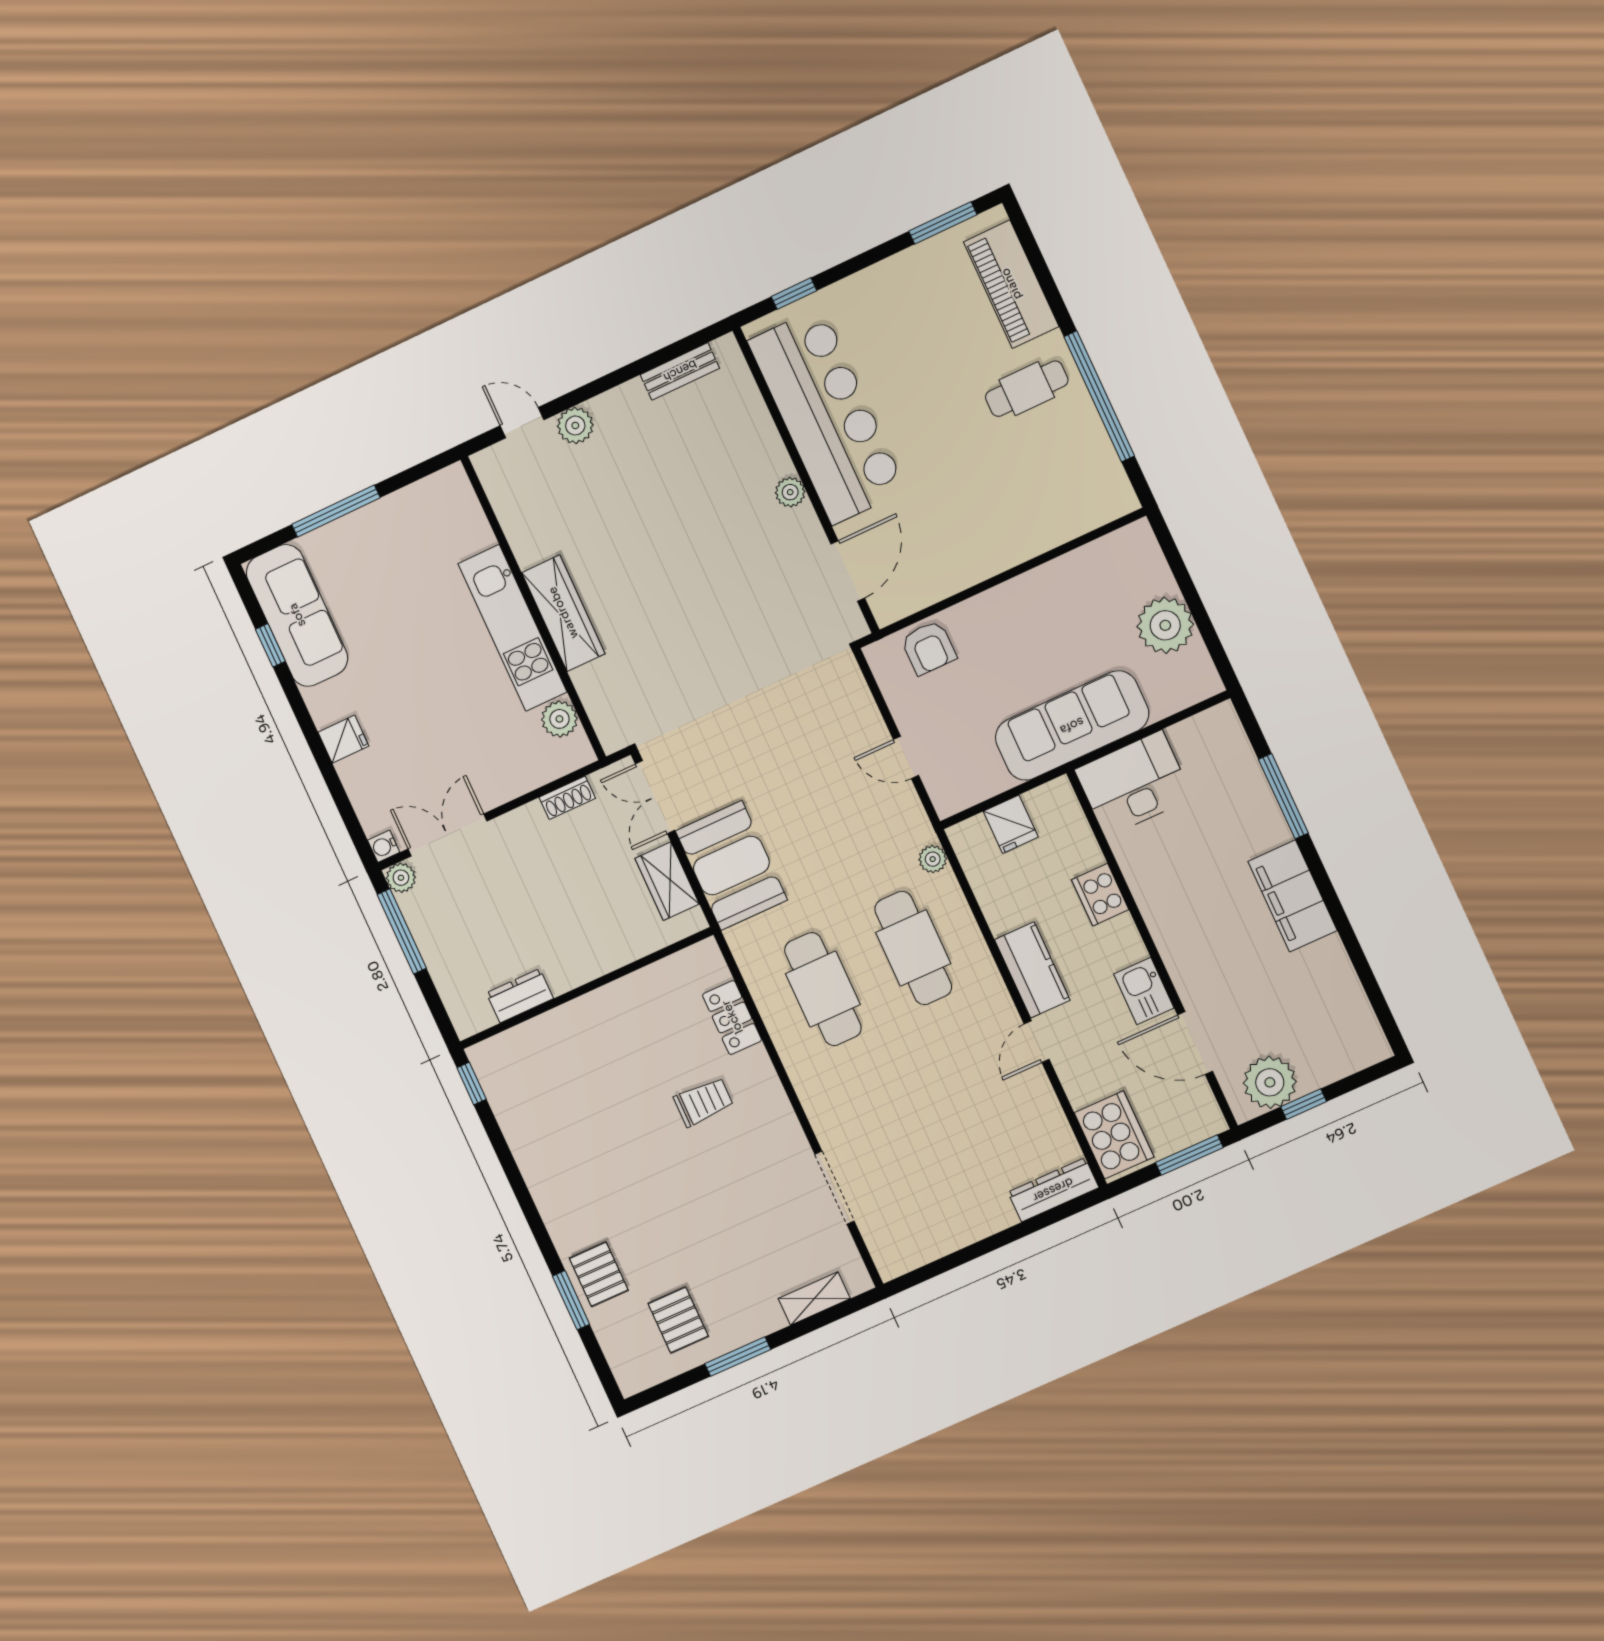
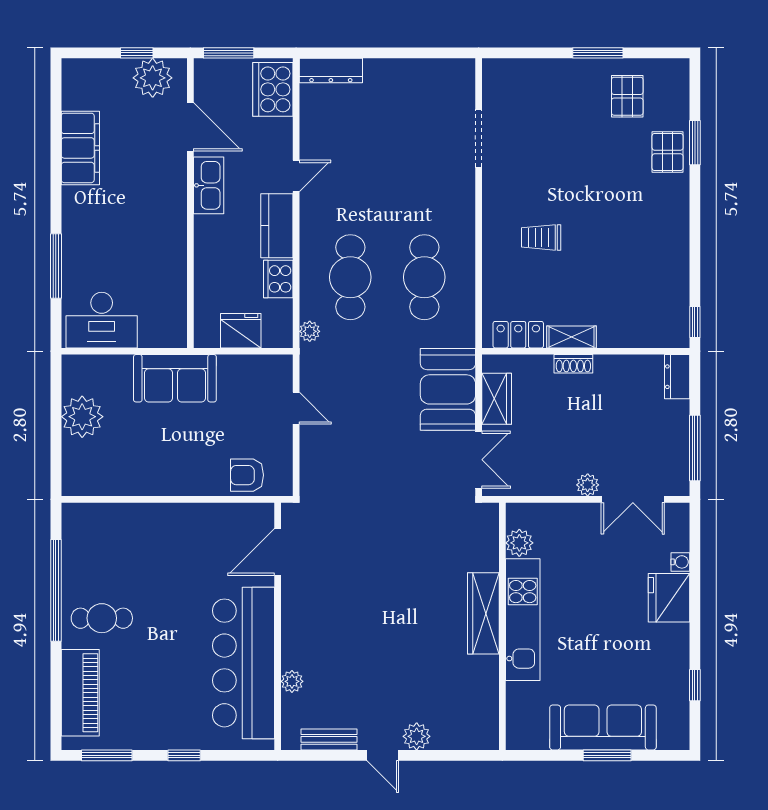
window: (794, 294) -> (184, 755), moved
door: (522, 423) -> (383, 755), moved
plant: (790, 492) -> (292, 681), moved
window: (336, 511) -> (607, 755), width x0.69
sofa: (297, 615) -> (603, 727), moved, turned 90
armchair: (929, 648) -> (247, 475), turned -90
sofa: (1072, 726) -> (175, 378), width x0.73
fridge: (343, 739) -> (669, 598), width x1.88, depth x1.34
desk: (1134, 784) -> (102, 320), moved
shoe rack: (567, 798) -> (573, 364), moved, turned 180
fridge: (1011, 824) -> (241, 331), width x1.38
water cooler: (384, 846) -> (680, 562), moved
plant: (401, 878) -> (588, 485), moved
cooker: (1100, 895) -> (278, 279), moved, turned 180
filing cabinet: (1293, 896) -> (80, 148), moved
kitchen sink: (1144, 991) -> (209, 185), width x1.38
dresser: (520, 996) -> (677, 377), moved, turned 90
locker: (732, 1017) -> (518, 335), moved, turned -90
shelving: (814, 1298) -> (571, 337), moved

